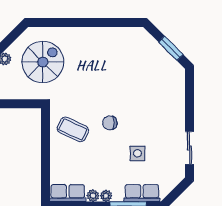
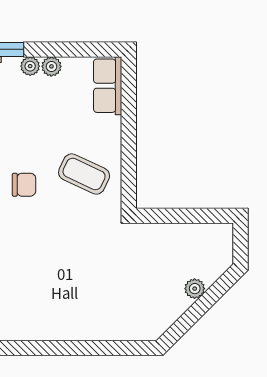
spiral stairs: (43, 62) -> (133, 284), removed
row of seats: (68, 193) -> (108, 86), moved, turned 90

